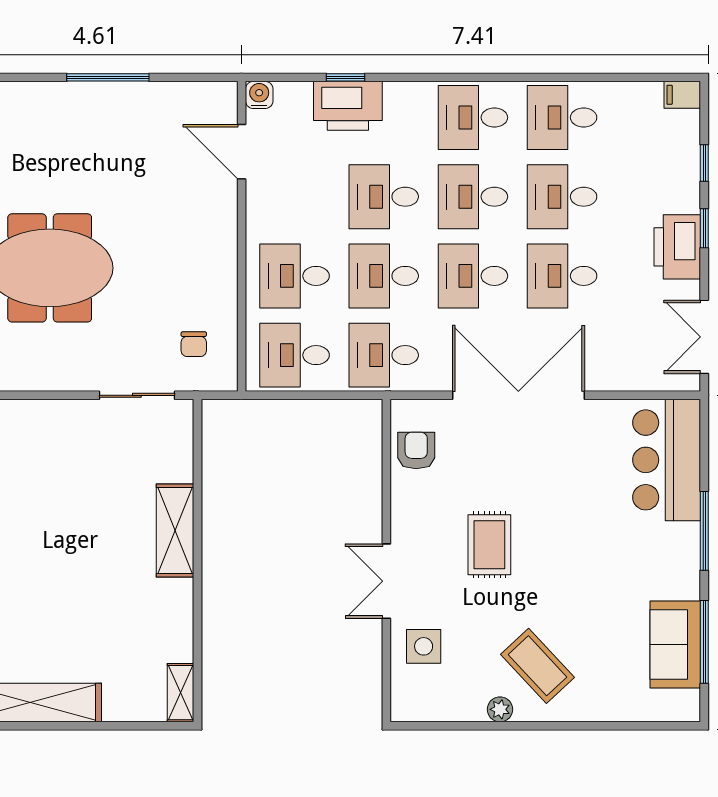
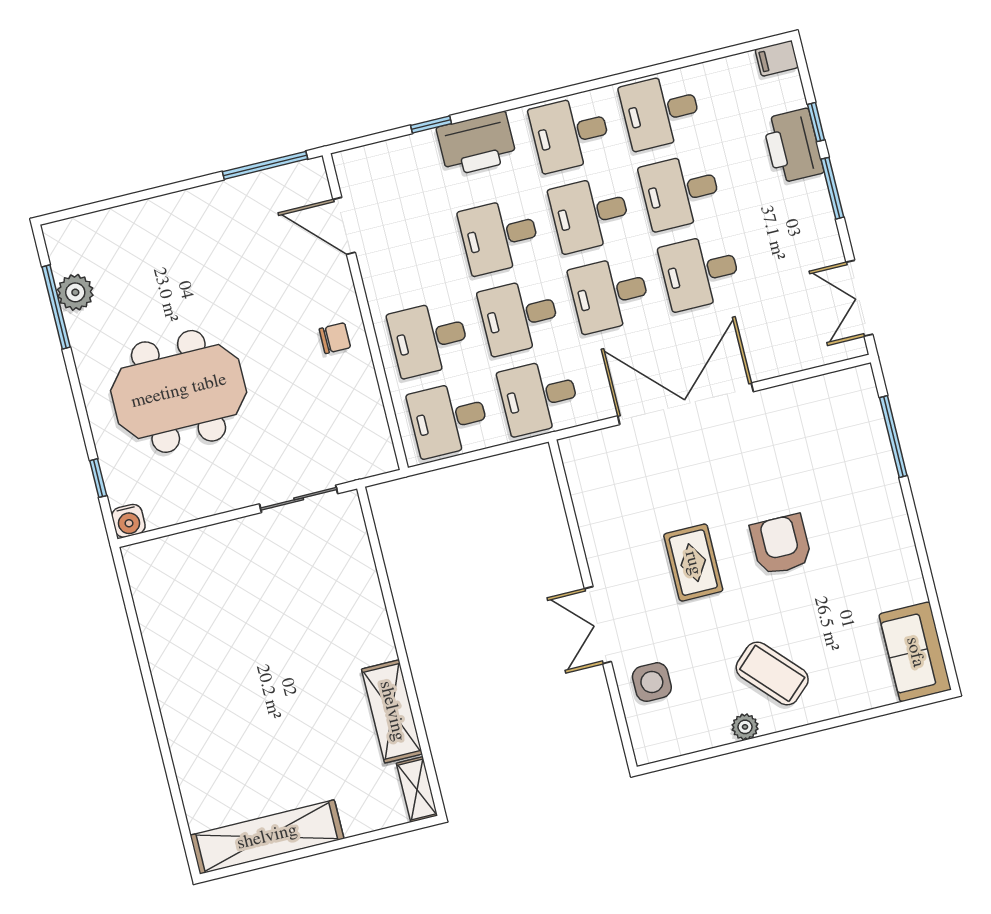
window: (108, 77) -> (265, 165), moved
water cooler: (259, 95) -> (348, 164), removed
printer: (348, 106) -> (477, 144), moved
window: (704, 228) -> (832, 188), width x1.50
printer: (677, 247) -> (793, 146), moved
chair: (194, 344) -> (335, 338), moved, turned -90
armchair: (416, 450) -> (781, 545), moved, width x1.38, depth x1.38
bar counter: (667, 460) -> (852, 432), removed
shelving: (175, 530) -> (392, 711), moved
window: (704, 531) -> (893, 437), moved
window: (704, 642) -> (935, 608), removed
sofa: (675, 644) -> (915, 652), moved

